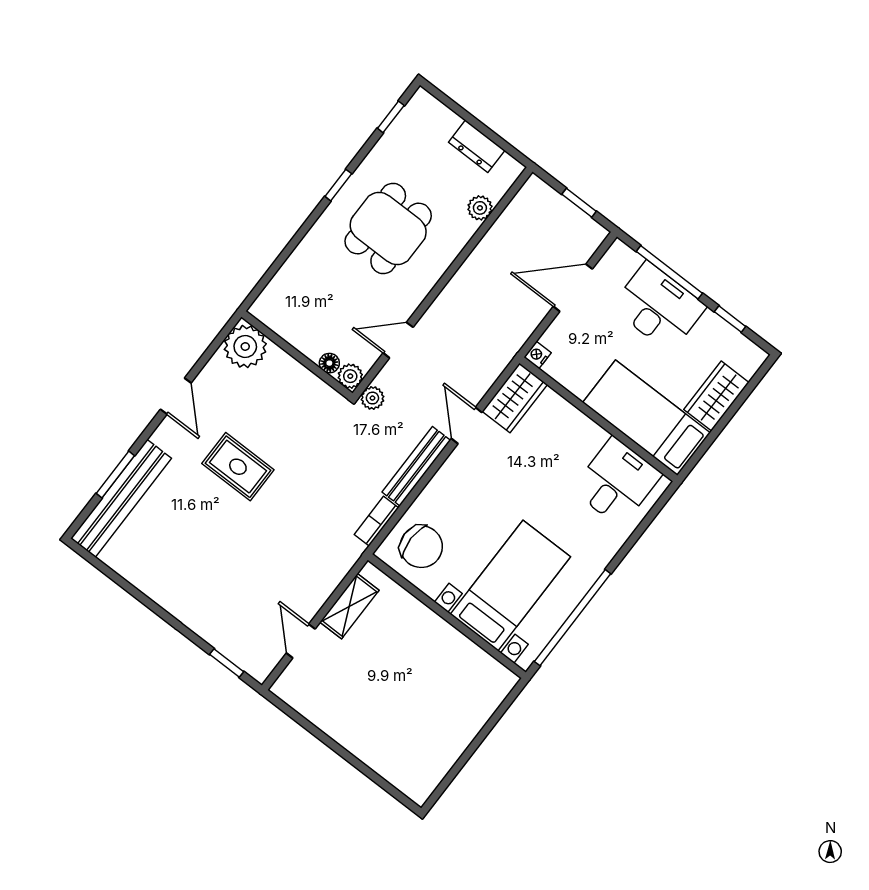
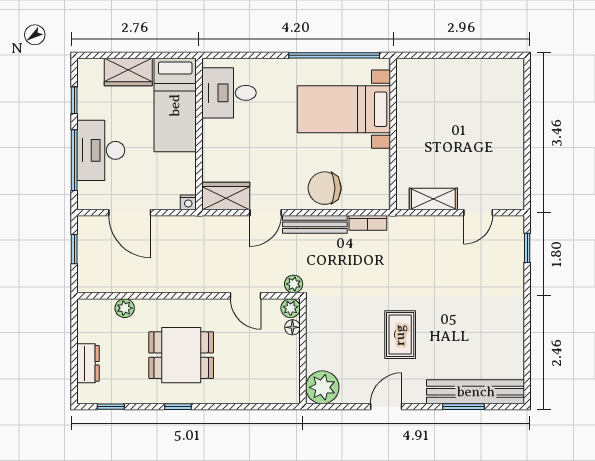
dresser: (477, 146) -> (88, 363), moved
chair: (421, 547) -> (325, 188), moved, turned -90

